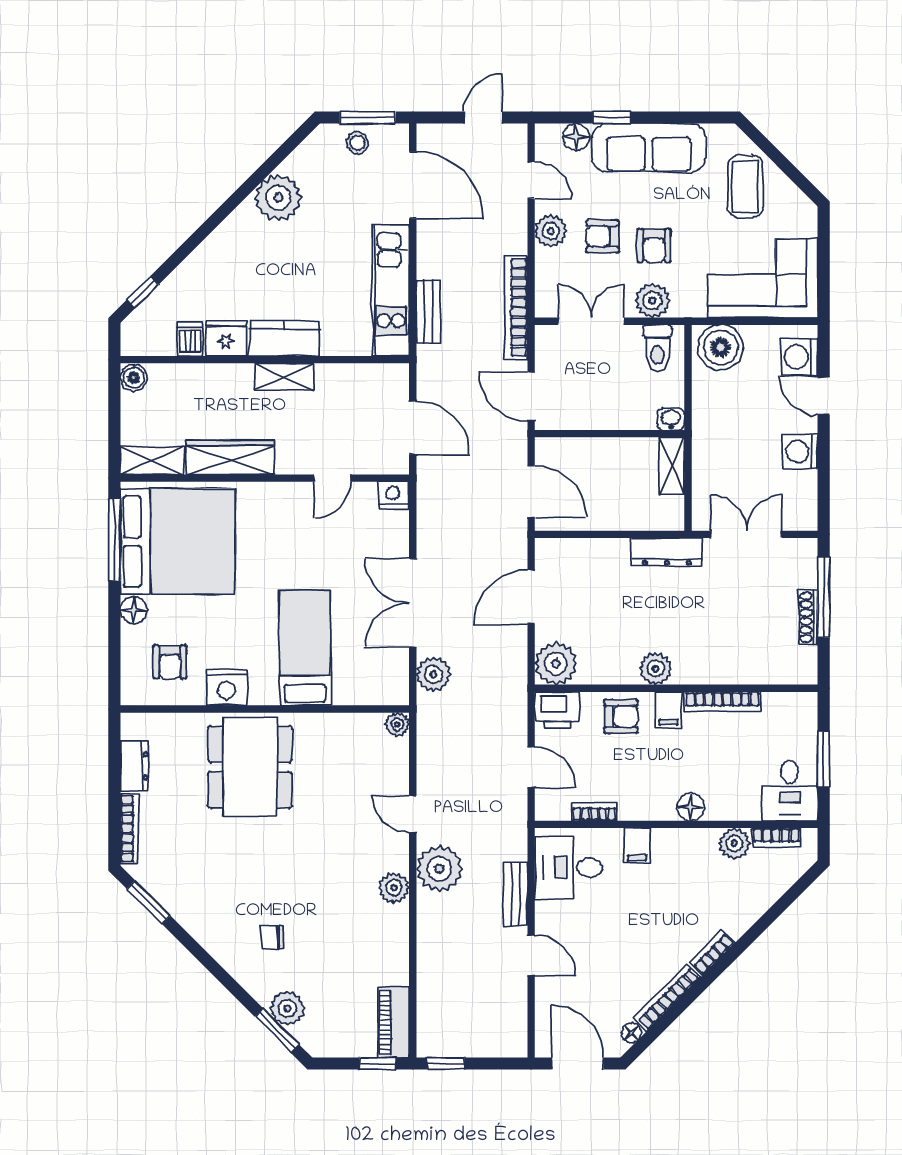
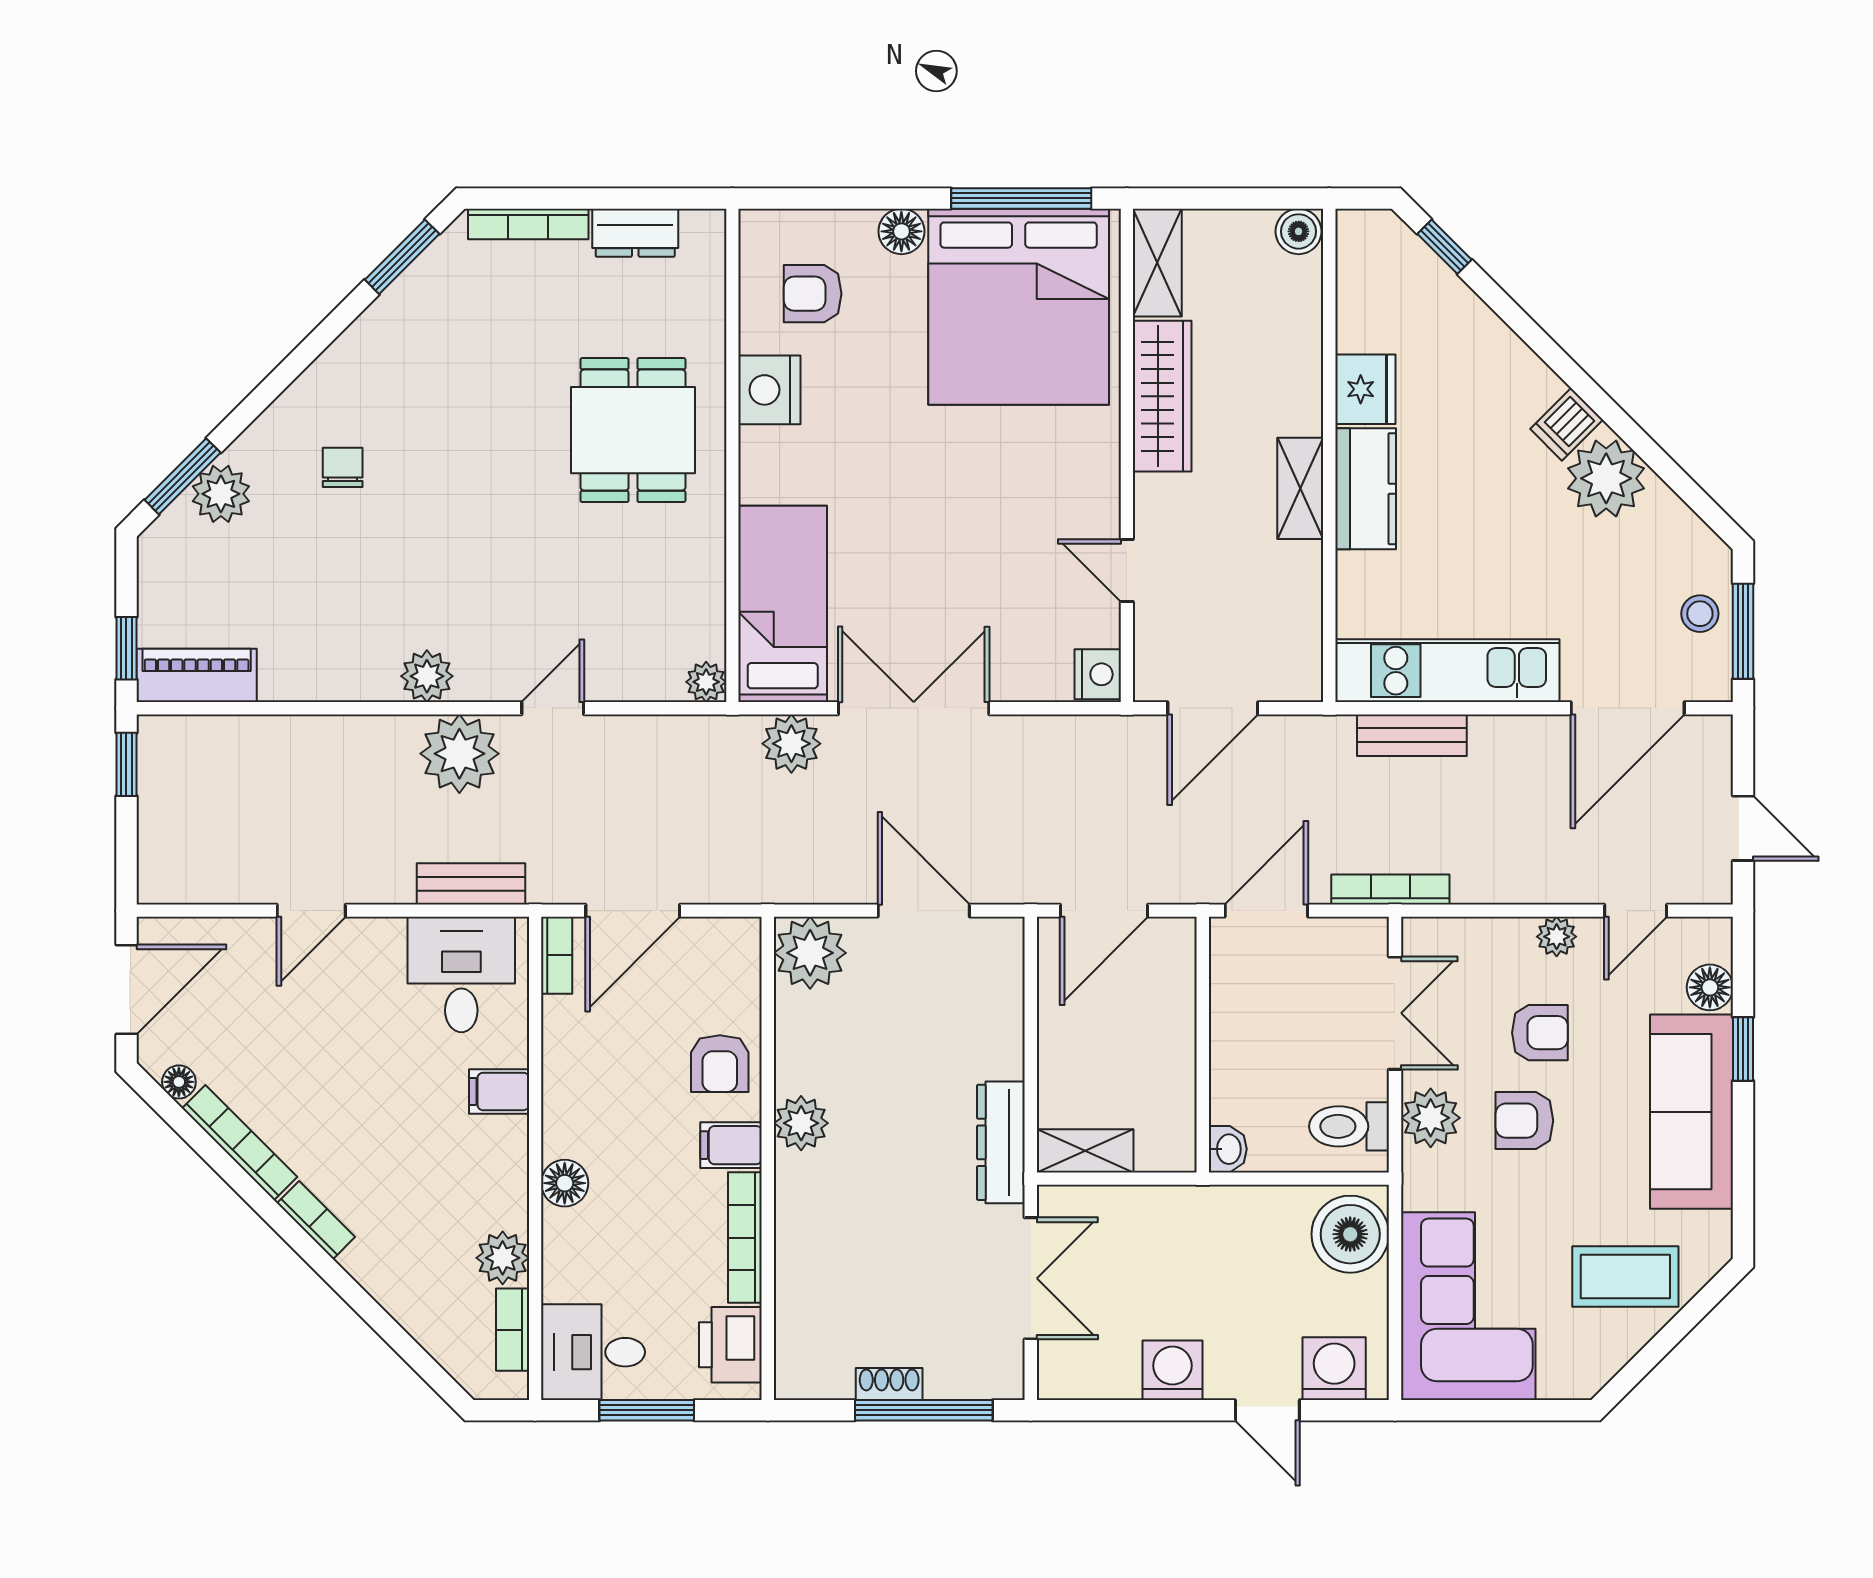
plant: (551, 231) -> (1557, 937), width x0.73, depth x0.73
armchair: (603, 236) -> (1540, 1033), turned 90
bookcase: (516, 307) -> (1390, 889), width x0.68, depth x0.76
dishwasher: (190, 339) -> (1567, 424), moved, turned 135
door: (824, 396) -> (1267, 1410), swing flipped
shelving: (672, 465) -> (1085, 1151), moved
shoe rack: (808, 617) -> (889, 1384), width x0.70
bed: (305, 648) -> (783, 604), moved, turned -90
printer: (557, 710) -> (730, 1345), moved
dining table: (250, 767) -> (633, 430), width x0.73
door: (531, 767) -> (633, 911), width x1.38
bookcase: (594, 812) -> (557, 955), moved
bench: (516, 894) -> (471, 884), moved

